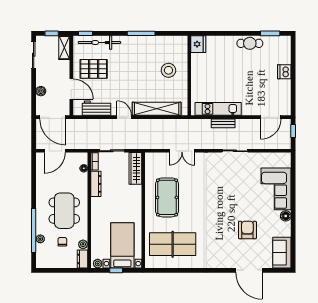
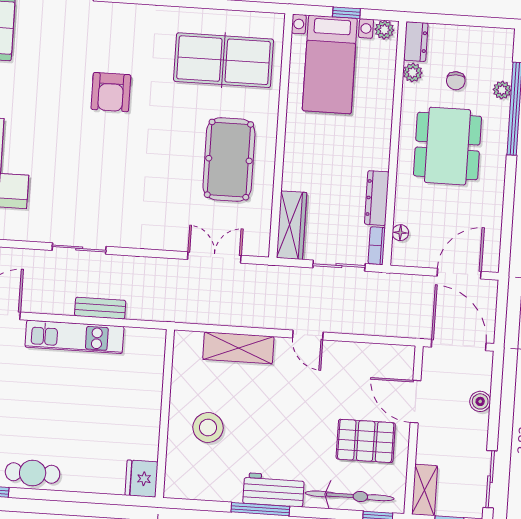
workbench: (96, 108) -> (274, 490), moved, turned 180
shelving: (157, 109) -> (238, 348), width x0.68
kitchen unit: (218, 109) -> (74, 337), moved
double door: (182, 151) -> (214, 257), moved
armchair: (247, 230) -> (111, 92), moved

